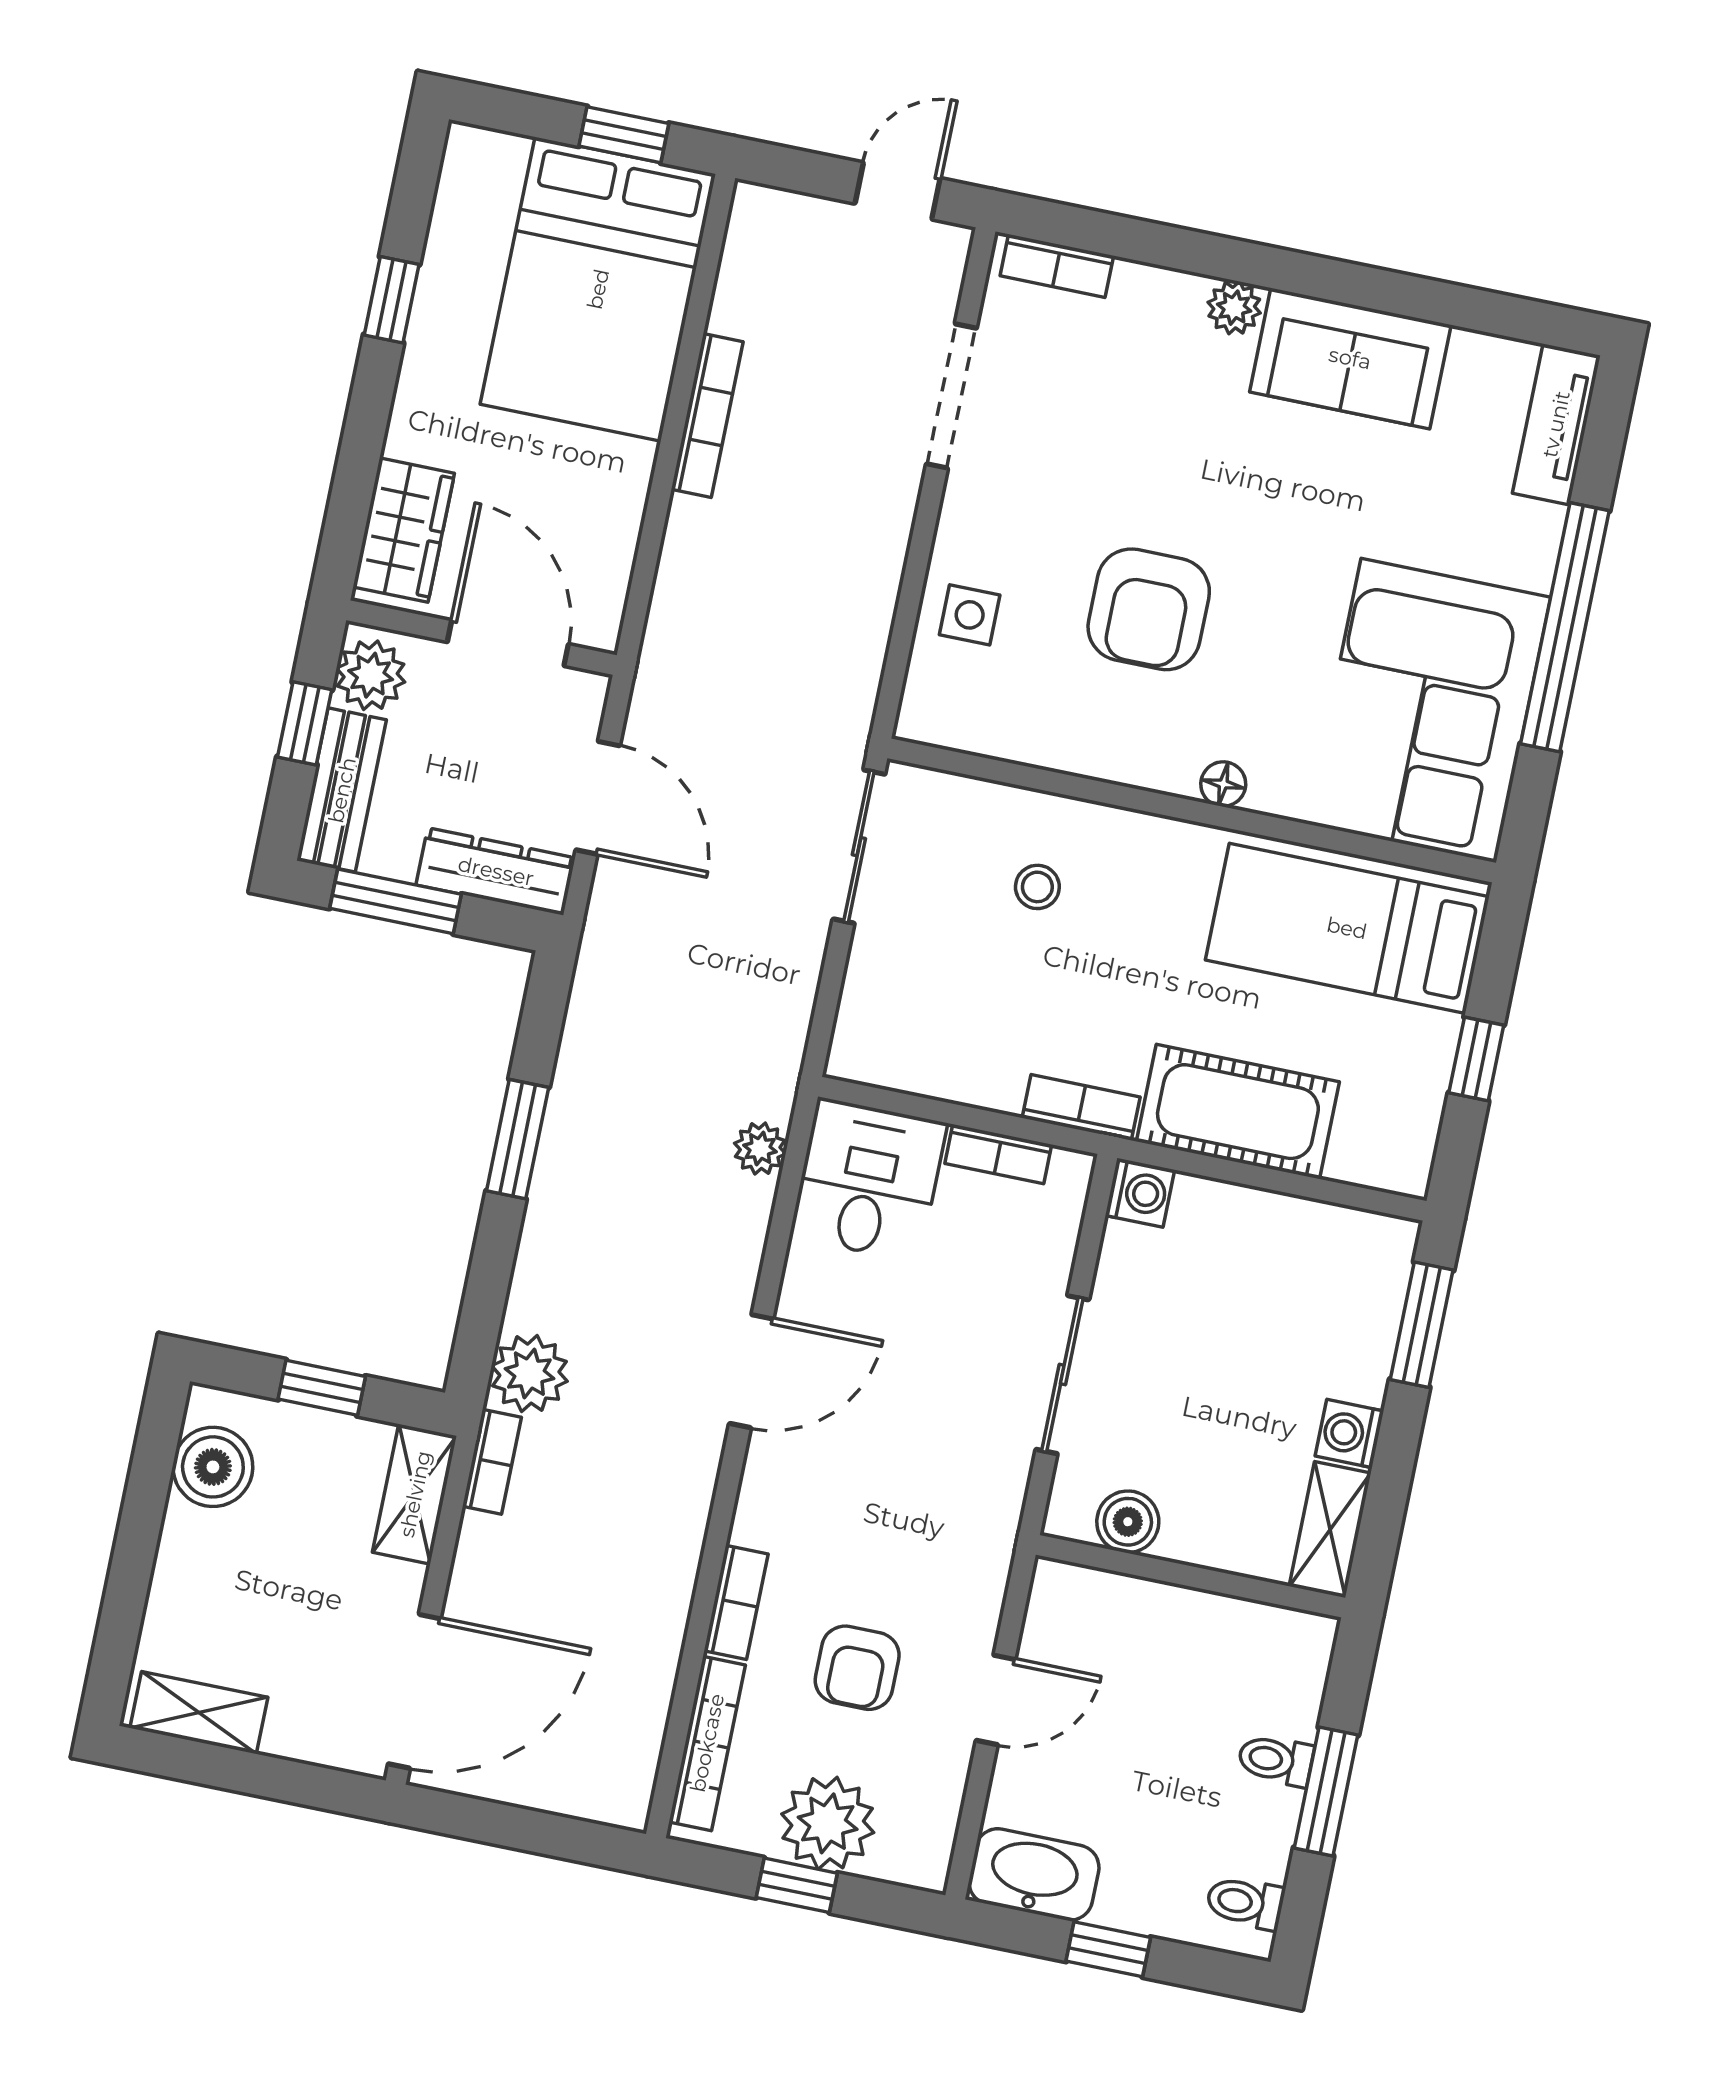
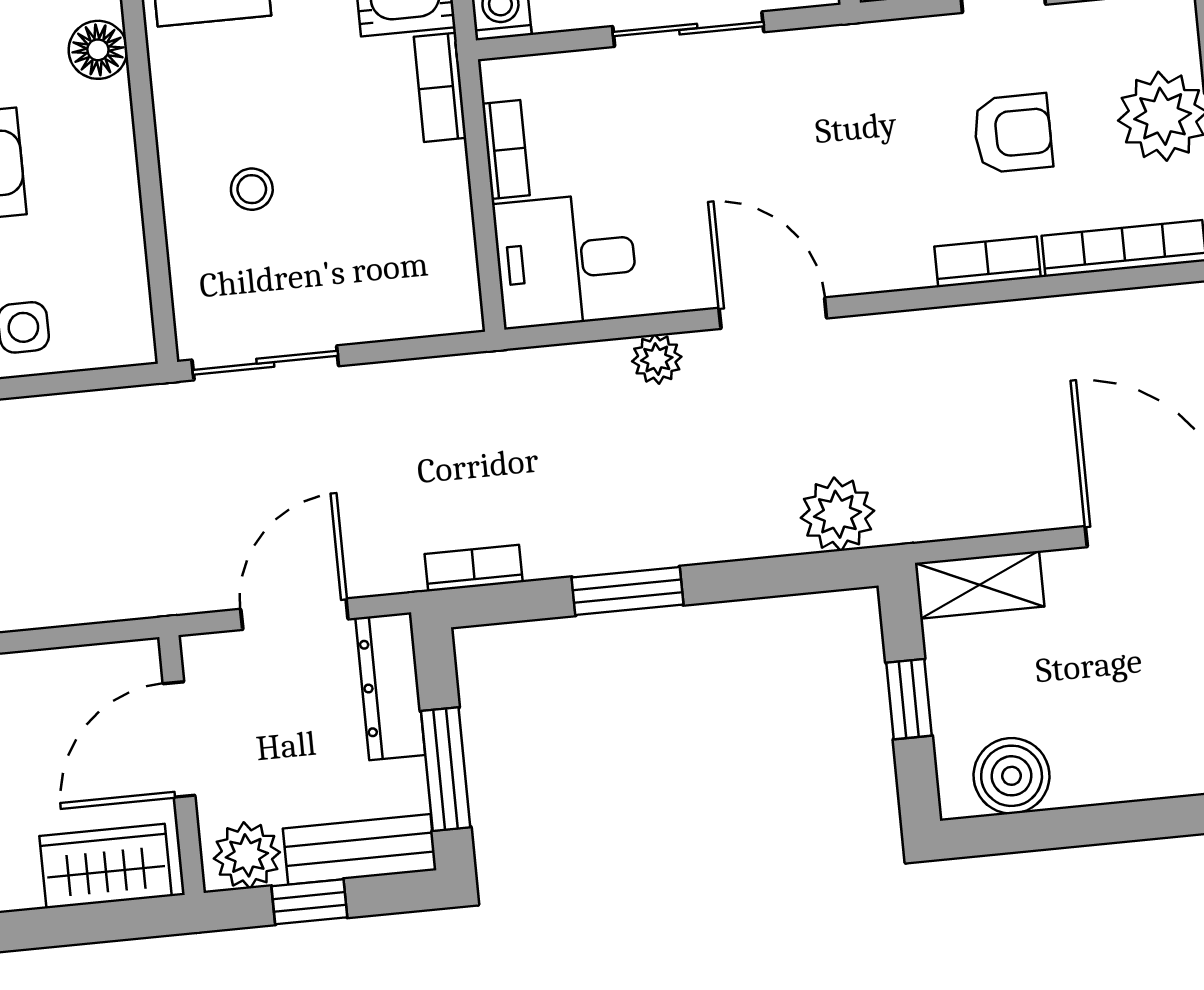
floor lamp: (1223, 784) -> (98, 50), width x1.37, depth x1.37
plant: (760, 1149) -> (657, 359), moved
bookcase: (492, 1462) -> (474, 568), moved

